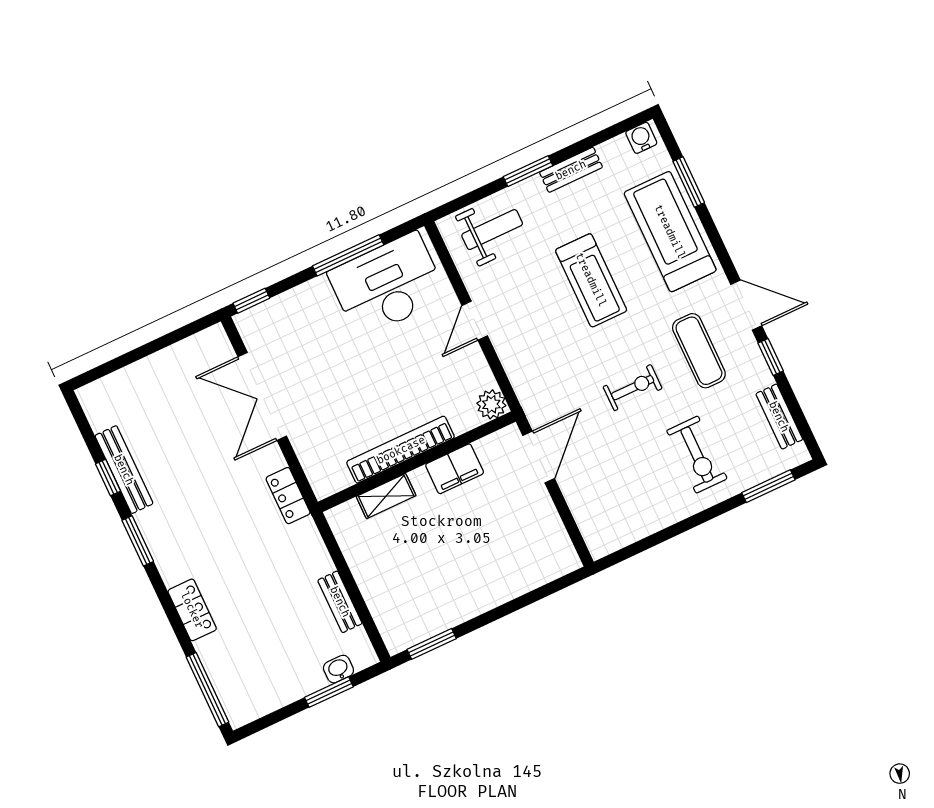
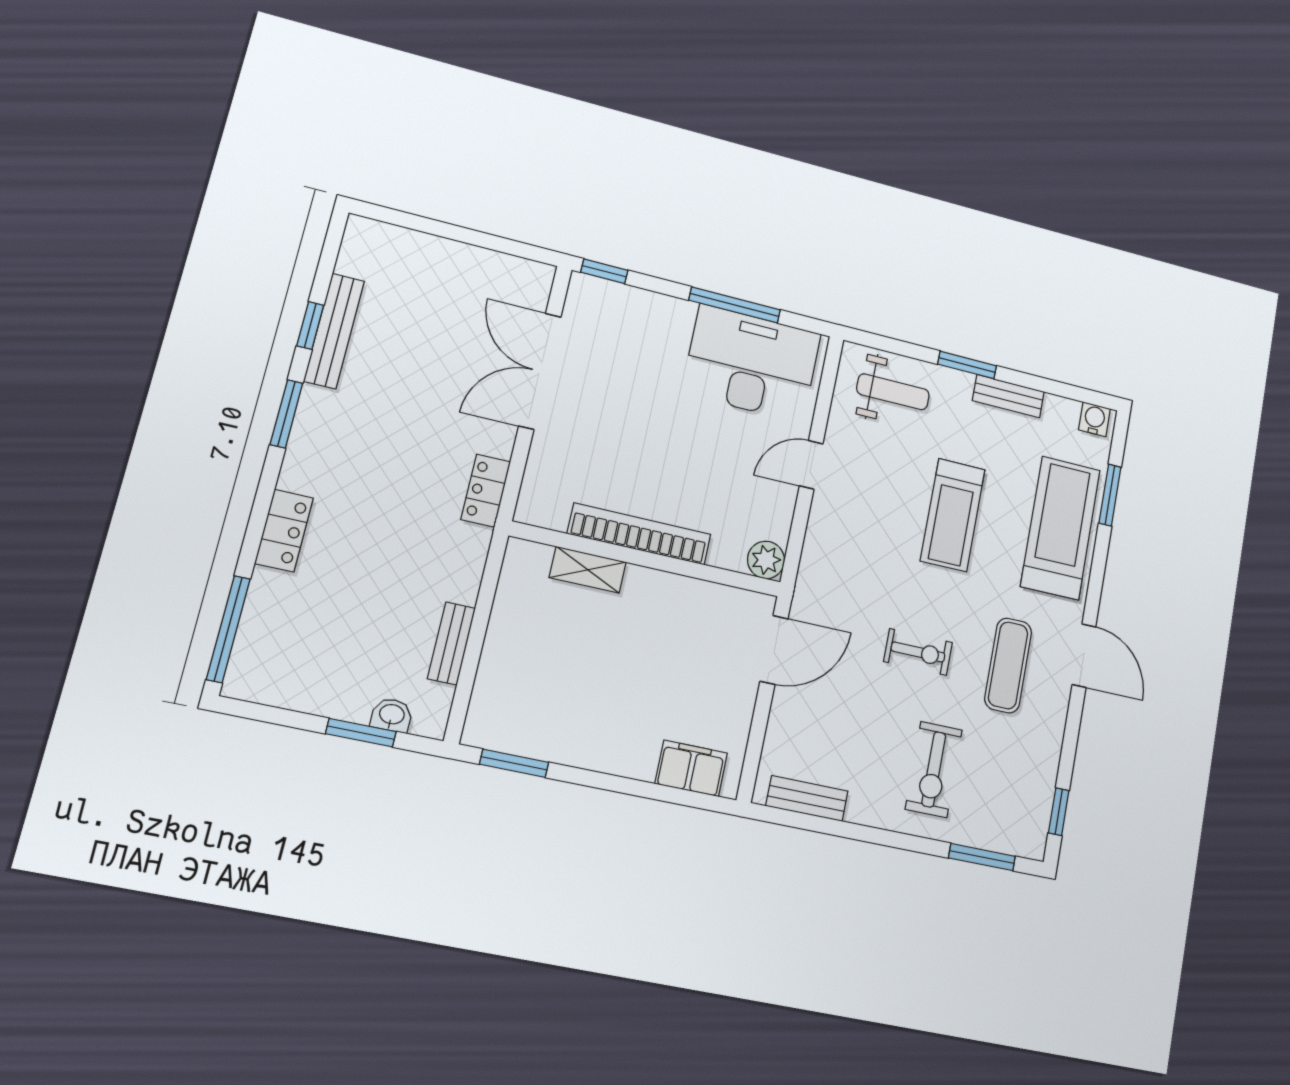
window: (771, 357) -> (1059, 812), moved
bench: (779, 417) -> (807, 798), moved, turned 90
filing cabinet: (455, 469) -> (691, 768), moved, turned 180

